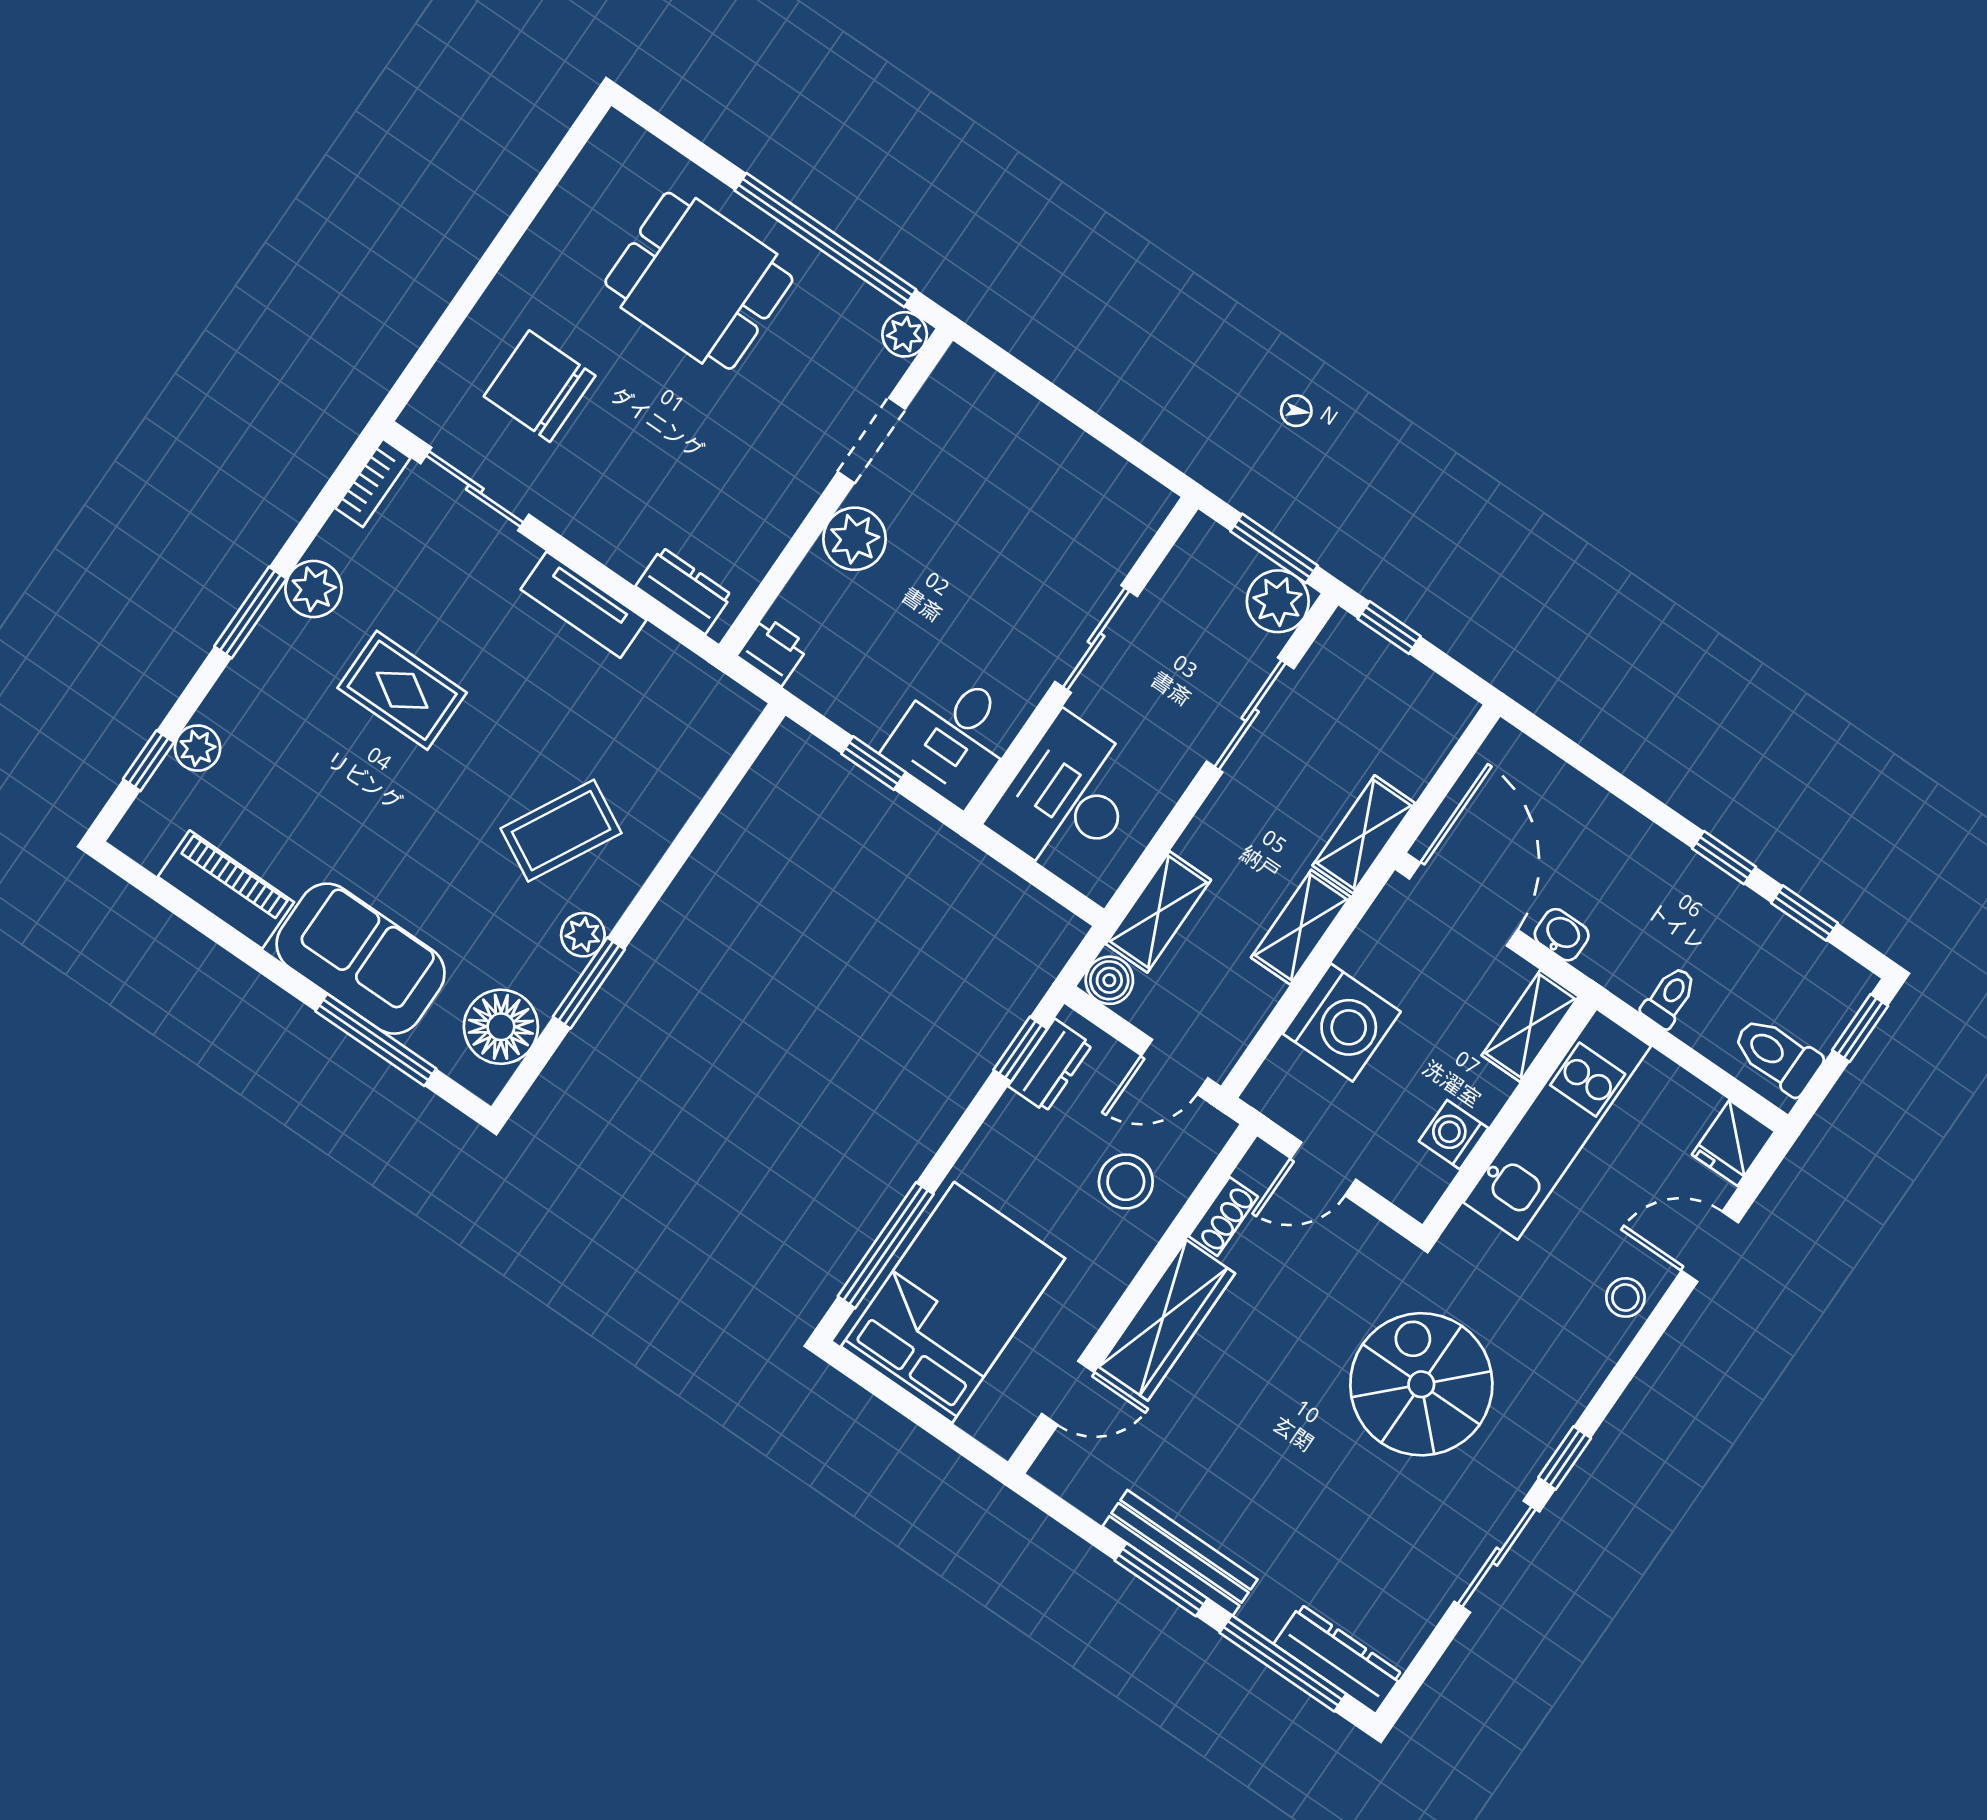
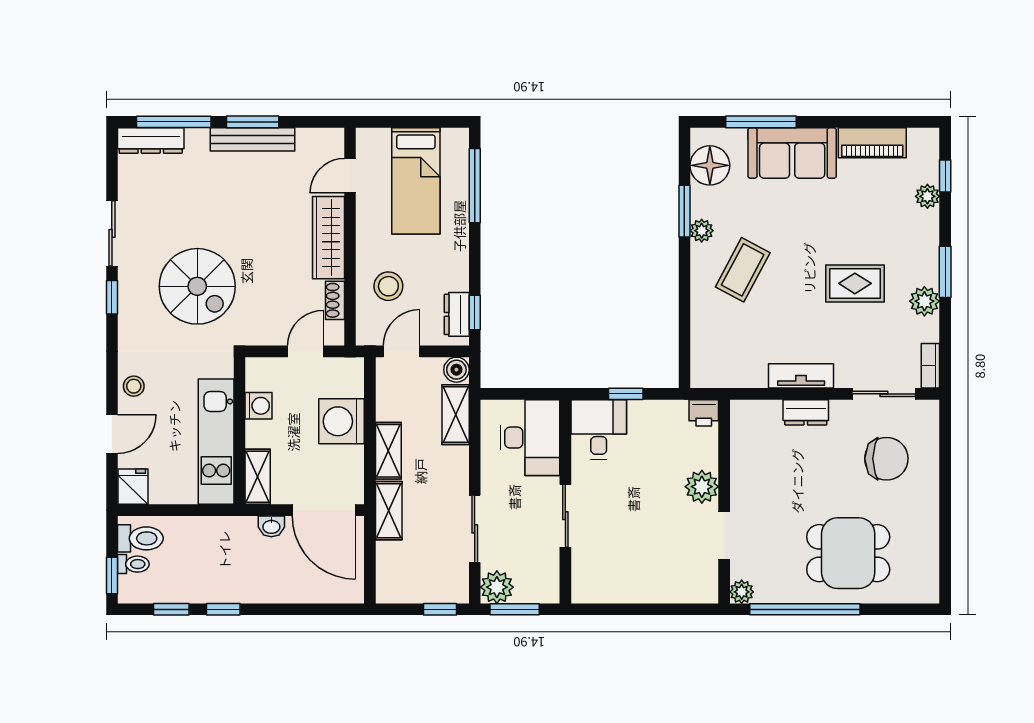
dresser: (684, 591) -> (806, 412), moved
toilet: (1669, 997) -> (133, 564), moved, turned -90
bed: (953, 1302) -> (416, 181), width x0.67

